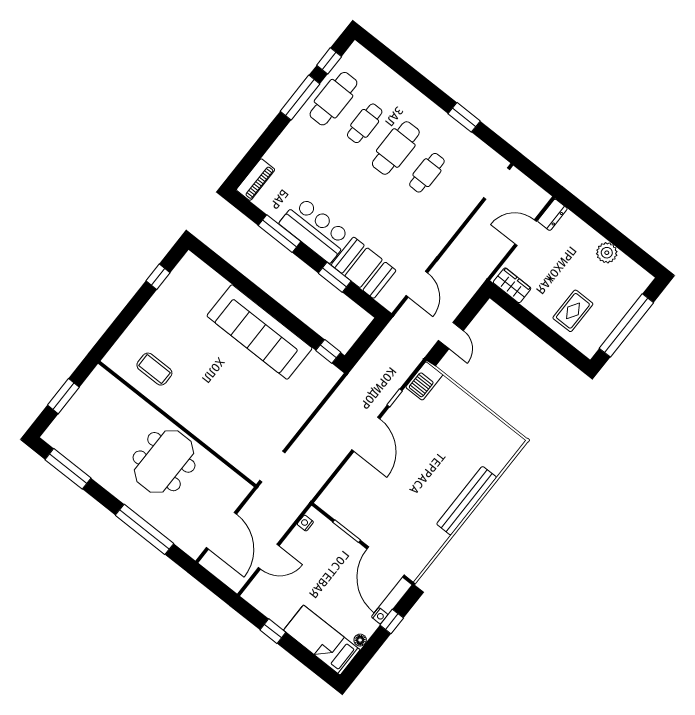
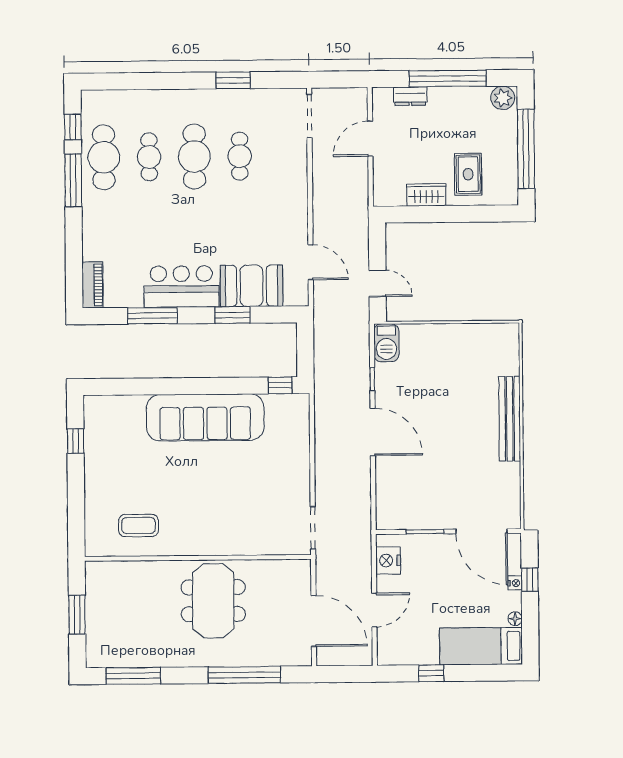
dresser: (552, 215) -> (410, 96), moved, turned 90
window: (612, 234) -> (448, 78), added
plant: (607, 253) -> (503, 98), moved
wardrobe: (512, 285) -> (426, 195), moved
nightstand: (305, 523) -> (388, 560), width x1.89, depth x1.79

